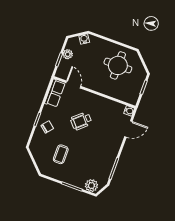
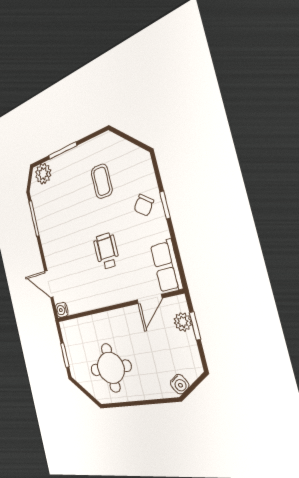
plant: (68, 54) -> (183, 322), moved
door: (73, 85) -> (150, 299), hinge flipped
wheelchair: (81, 121) -> (106, 251), turned -48
door: (128, 129) -> (49, 284), hinge flipped

